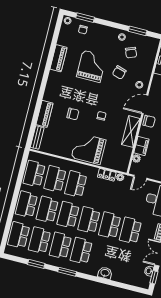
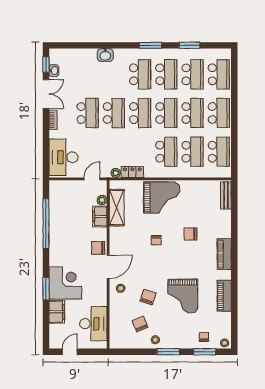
window: (138, 31) -> (168, 352), moved
piano: (45, 114) -> (224, 254), moved
shelving: (131, 132) -> (117, 208), moved

